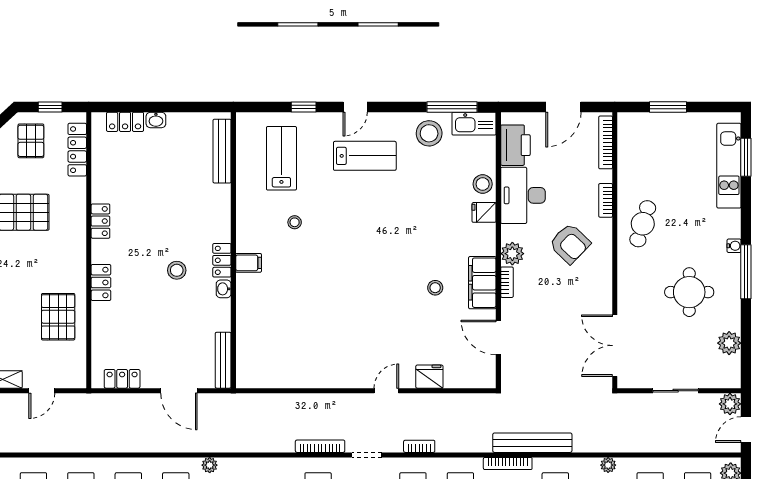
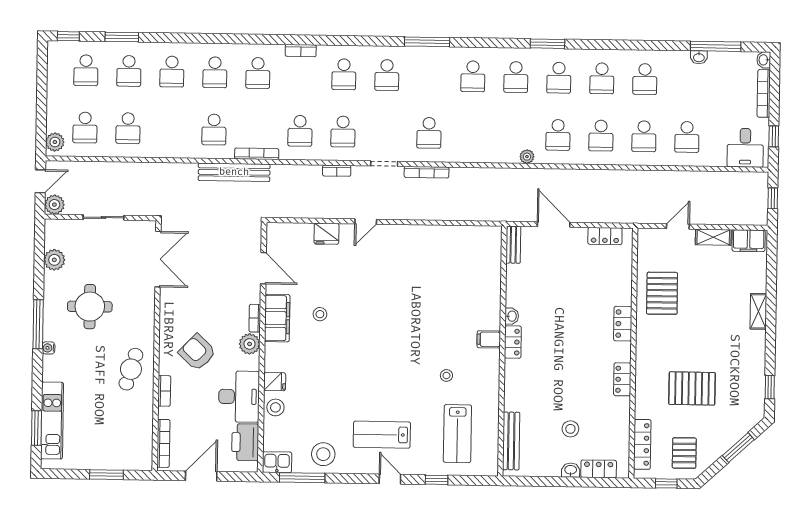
door: (355, 107) -> (390, 479), hinge flipped
kitchen sink: (474, 124) -> (277, 462), width x0.73
stool: (177, 270) -> (570, 429), moved
bench: (223, 360) -> (513, 245), width x0.73
plant: (608, 465) -> (166, 151), removed

